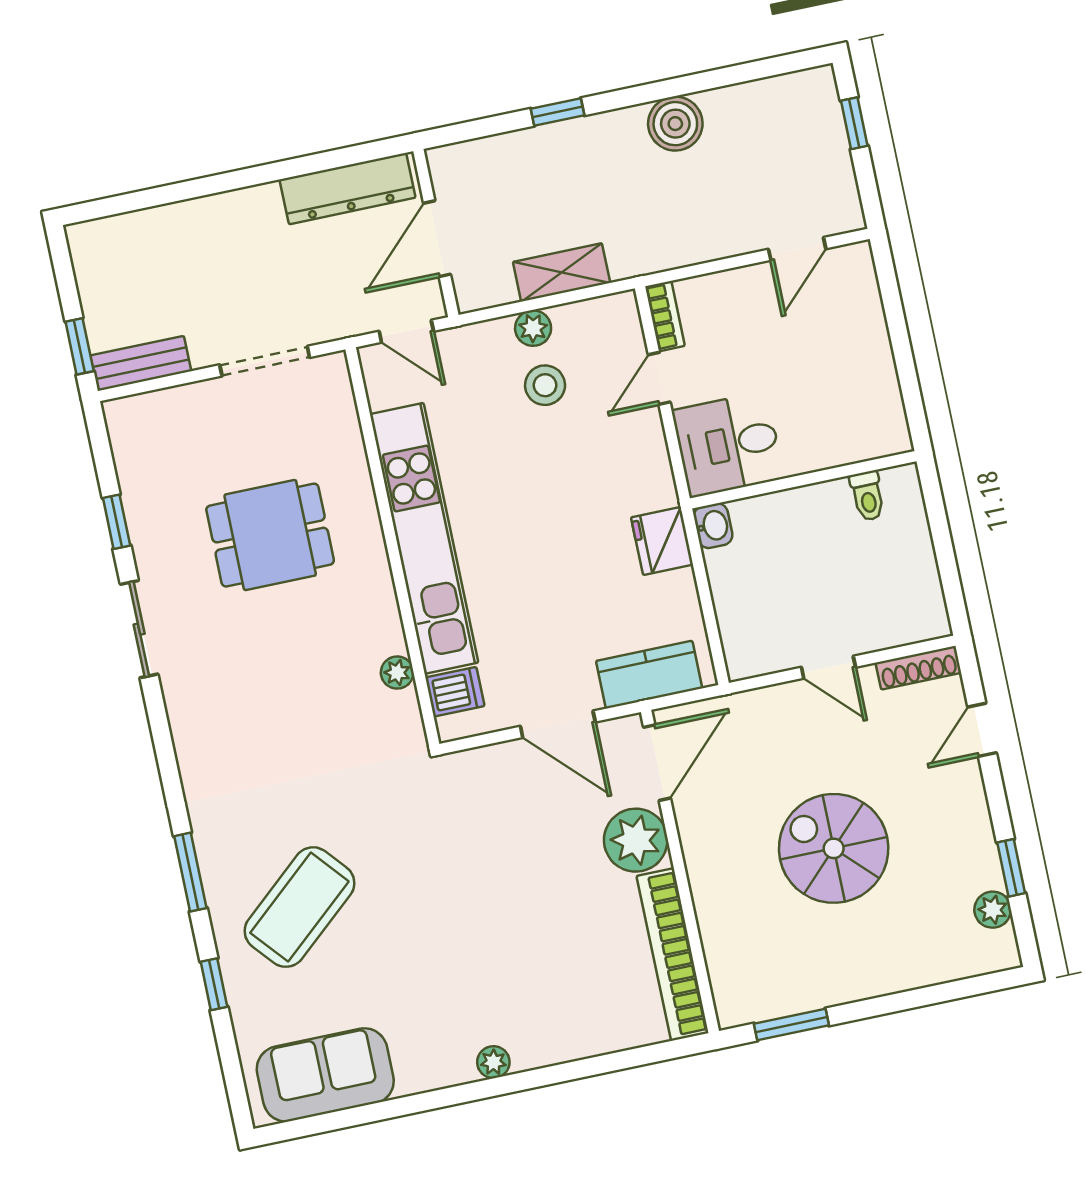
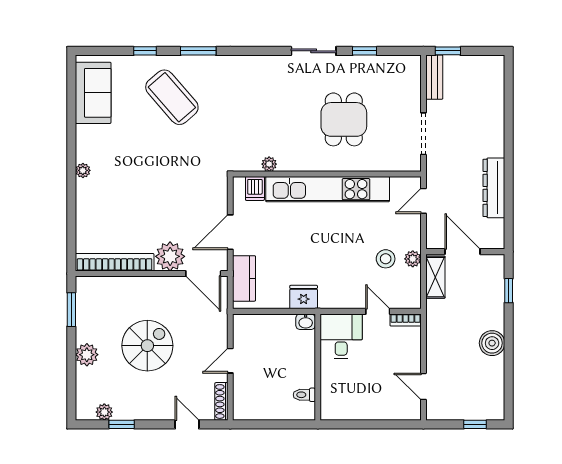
wall: (436, 233) -> (465, 252), moved
door: (437, 239) -> (463, 252), moved
plant: (880, 972) -> (87, 355), added

